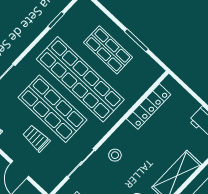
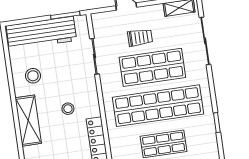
stool: (115, 155) -> (68, 109), moved

